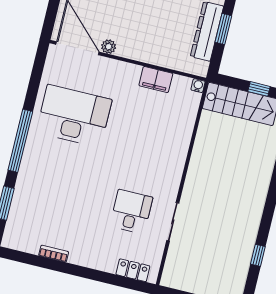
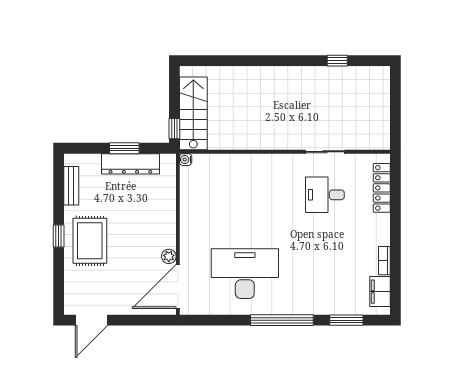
filing cabinet: (156, 80) -> (380, 292), moved, turned 180
window: (259, 89) -> (174, 129), moved
desk: (74, 116) -> (245, 274), turned 90
locker: (133, 270) -> (382, 188), width x1.53

